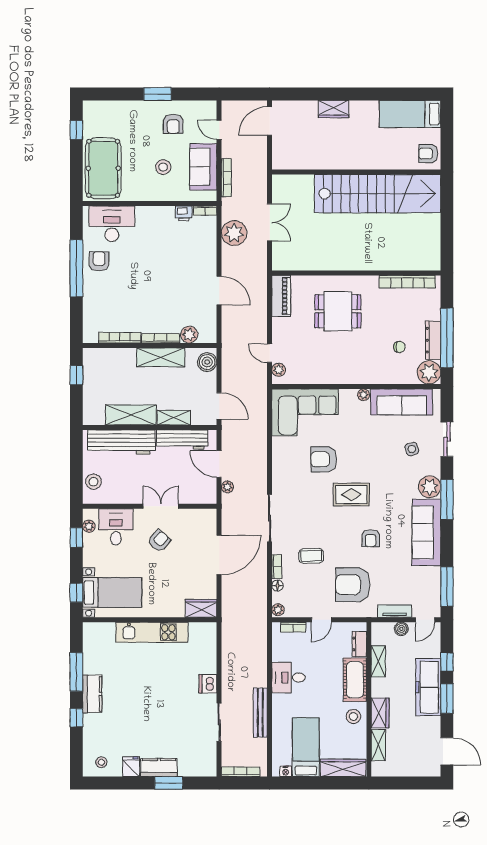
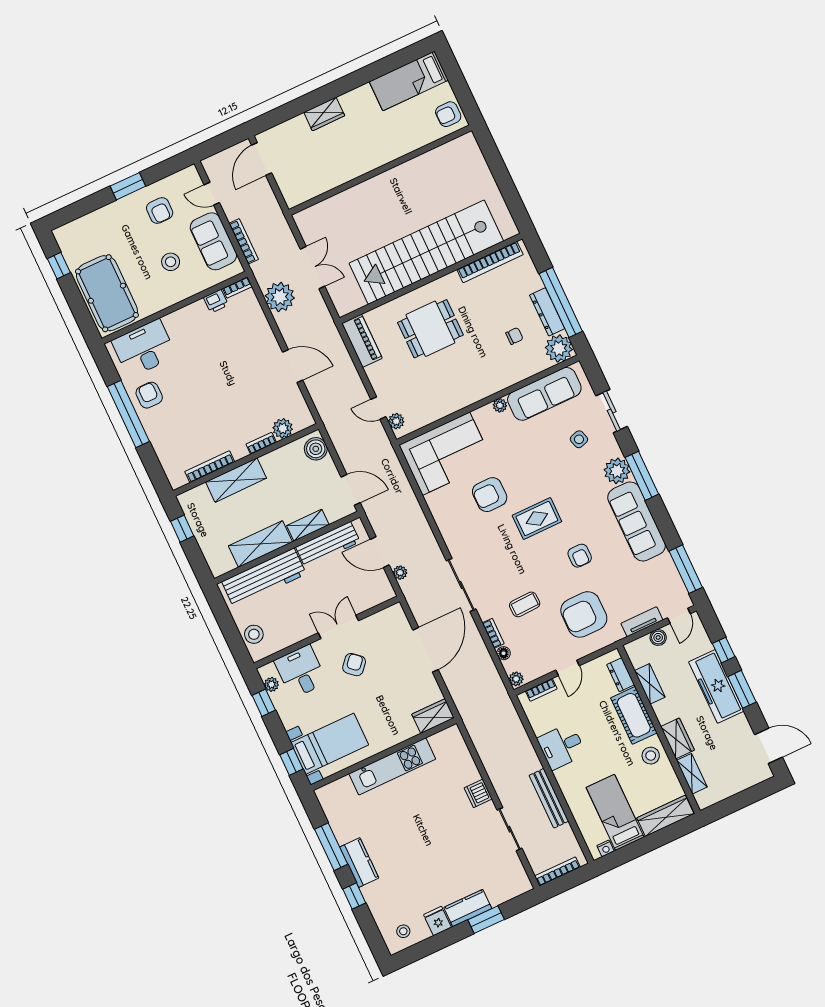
stairs: (378, 194) -> (426, 252), moved, turned 180
bookcase: (161, 338) -> (261, 443), width x0.64
shelving: (161, 357) -> (236, 480), moved

